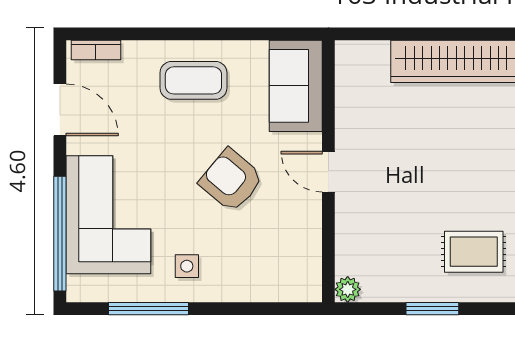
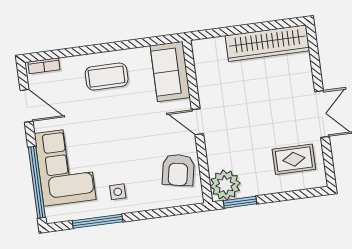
armchair: (231, 180) -> (178, 170), moved, turned -119
plant: (348, 289) -> (225, 185), width x1.88, depth x1.88
window: (432, 309) -> (240, 202), moved

